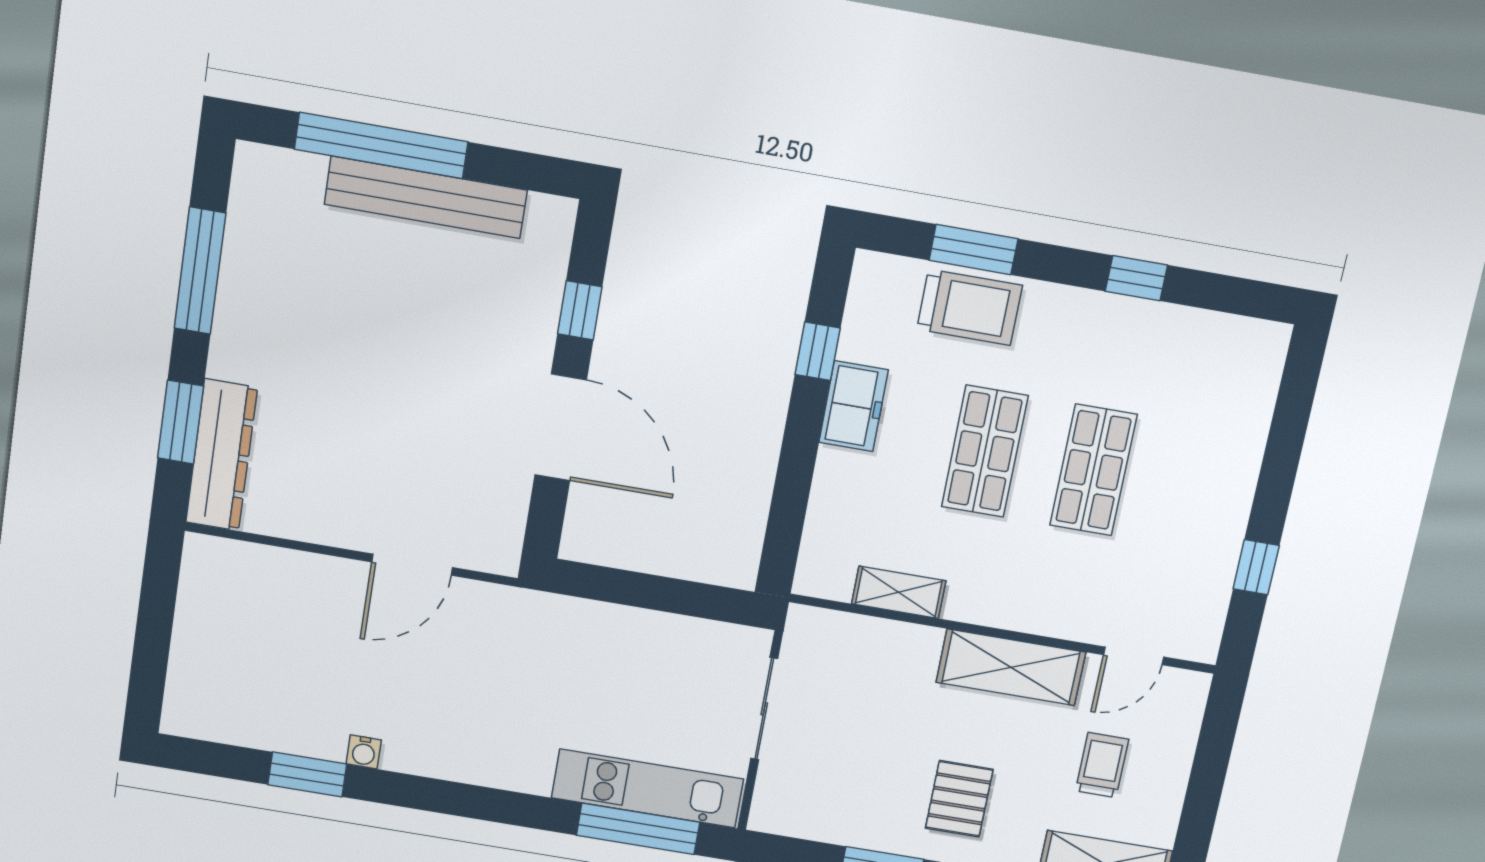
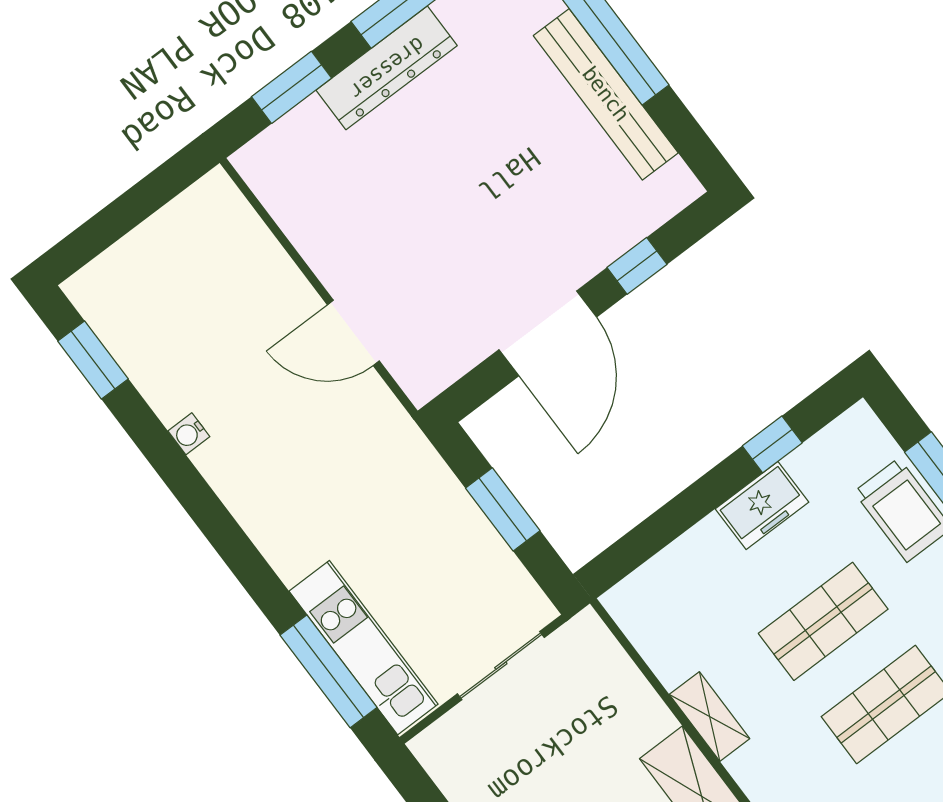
dresser: (222, 455) -> (387, 68), moved
window: (654, 592) -> (503, 509), added
shelving: (899, 592) -> (710, 716), moved
window: (307, 774) -> (93, 360), moved

